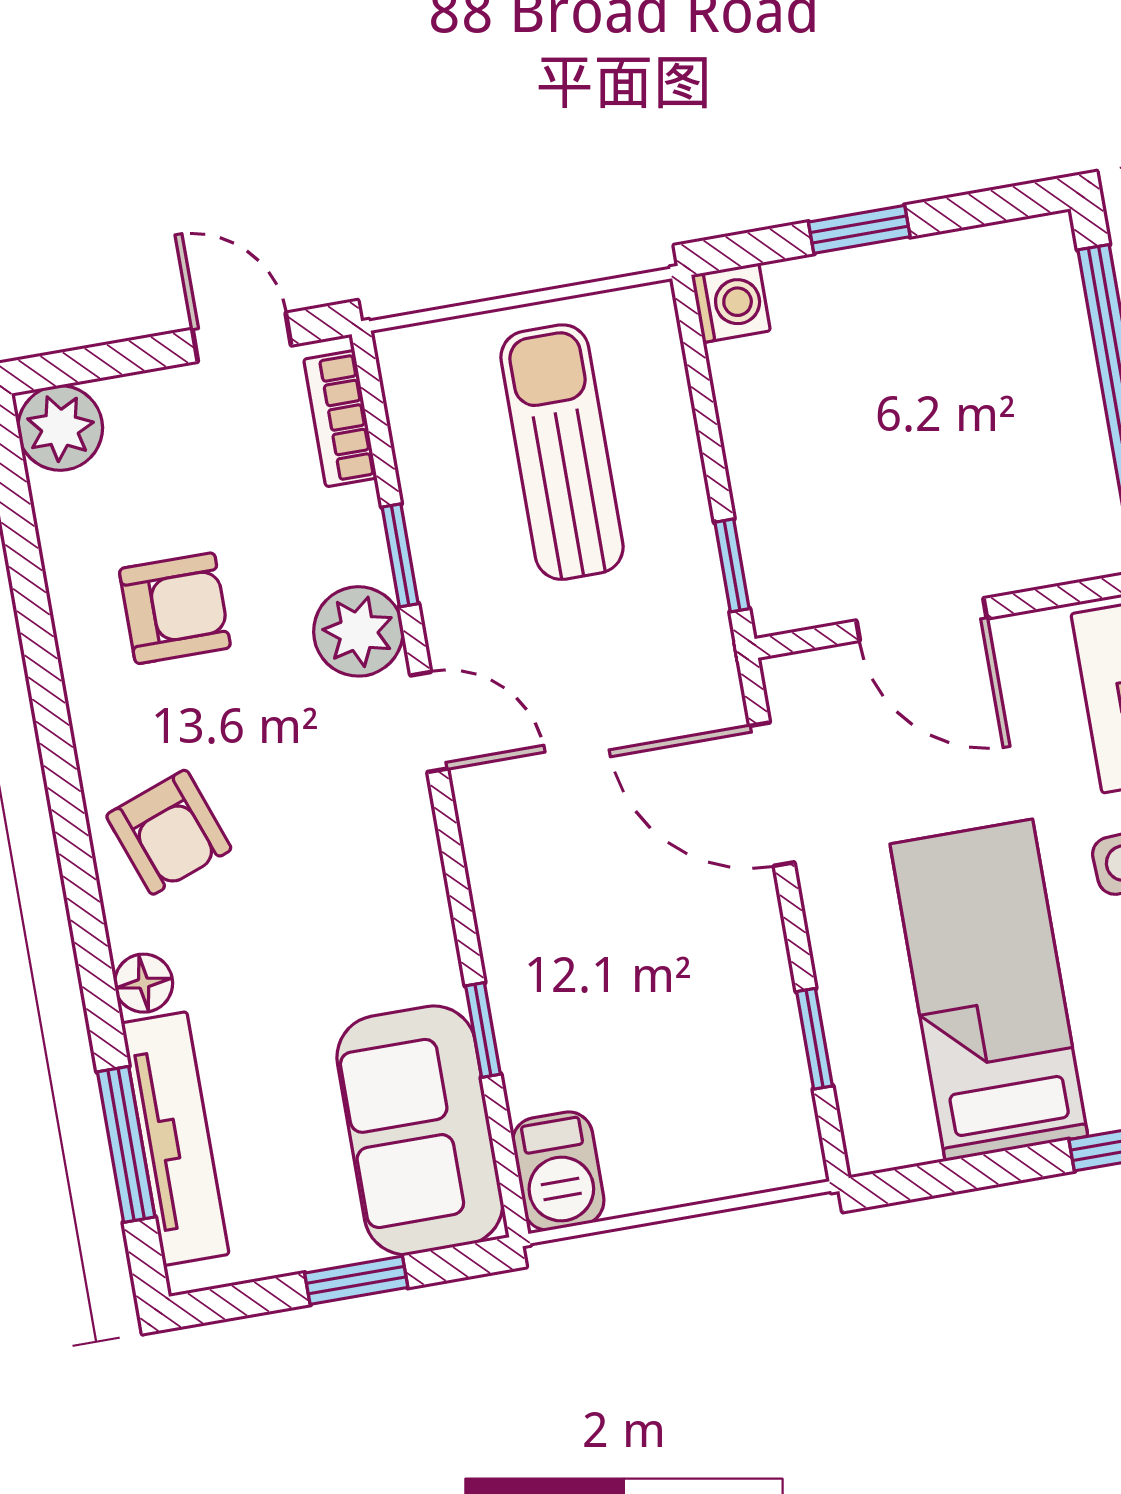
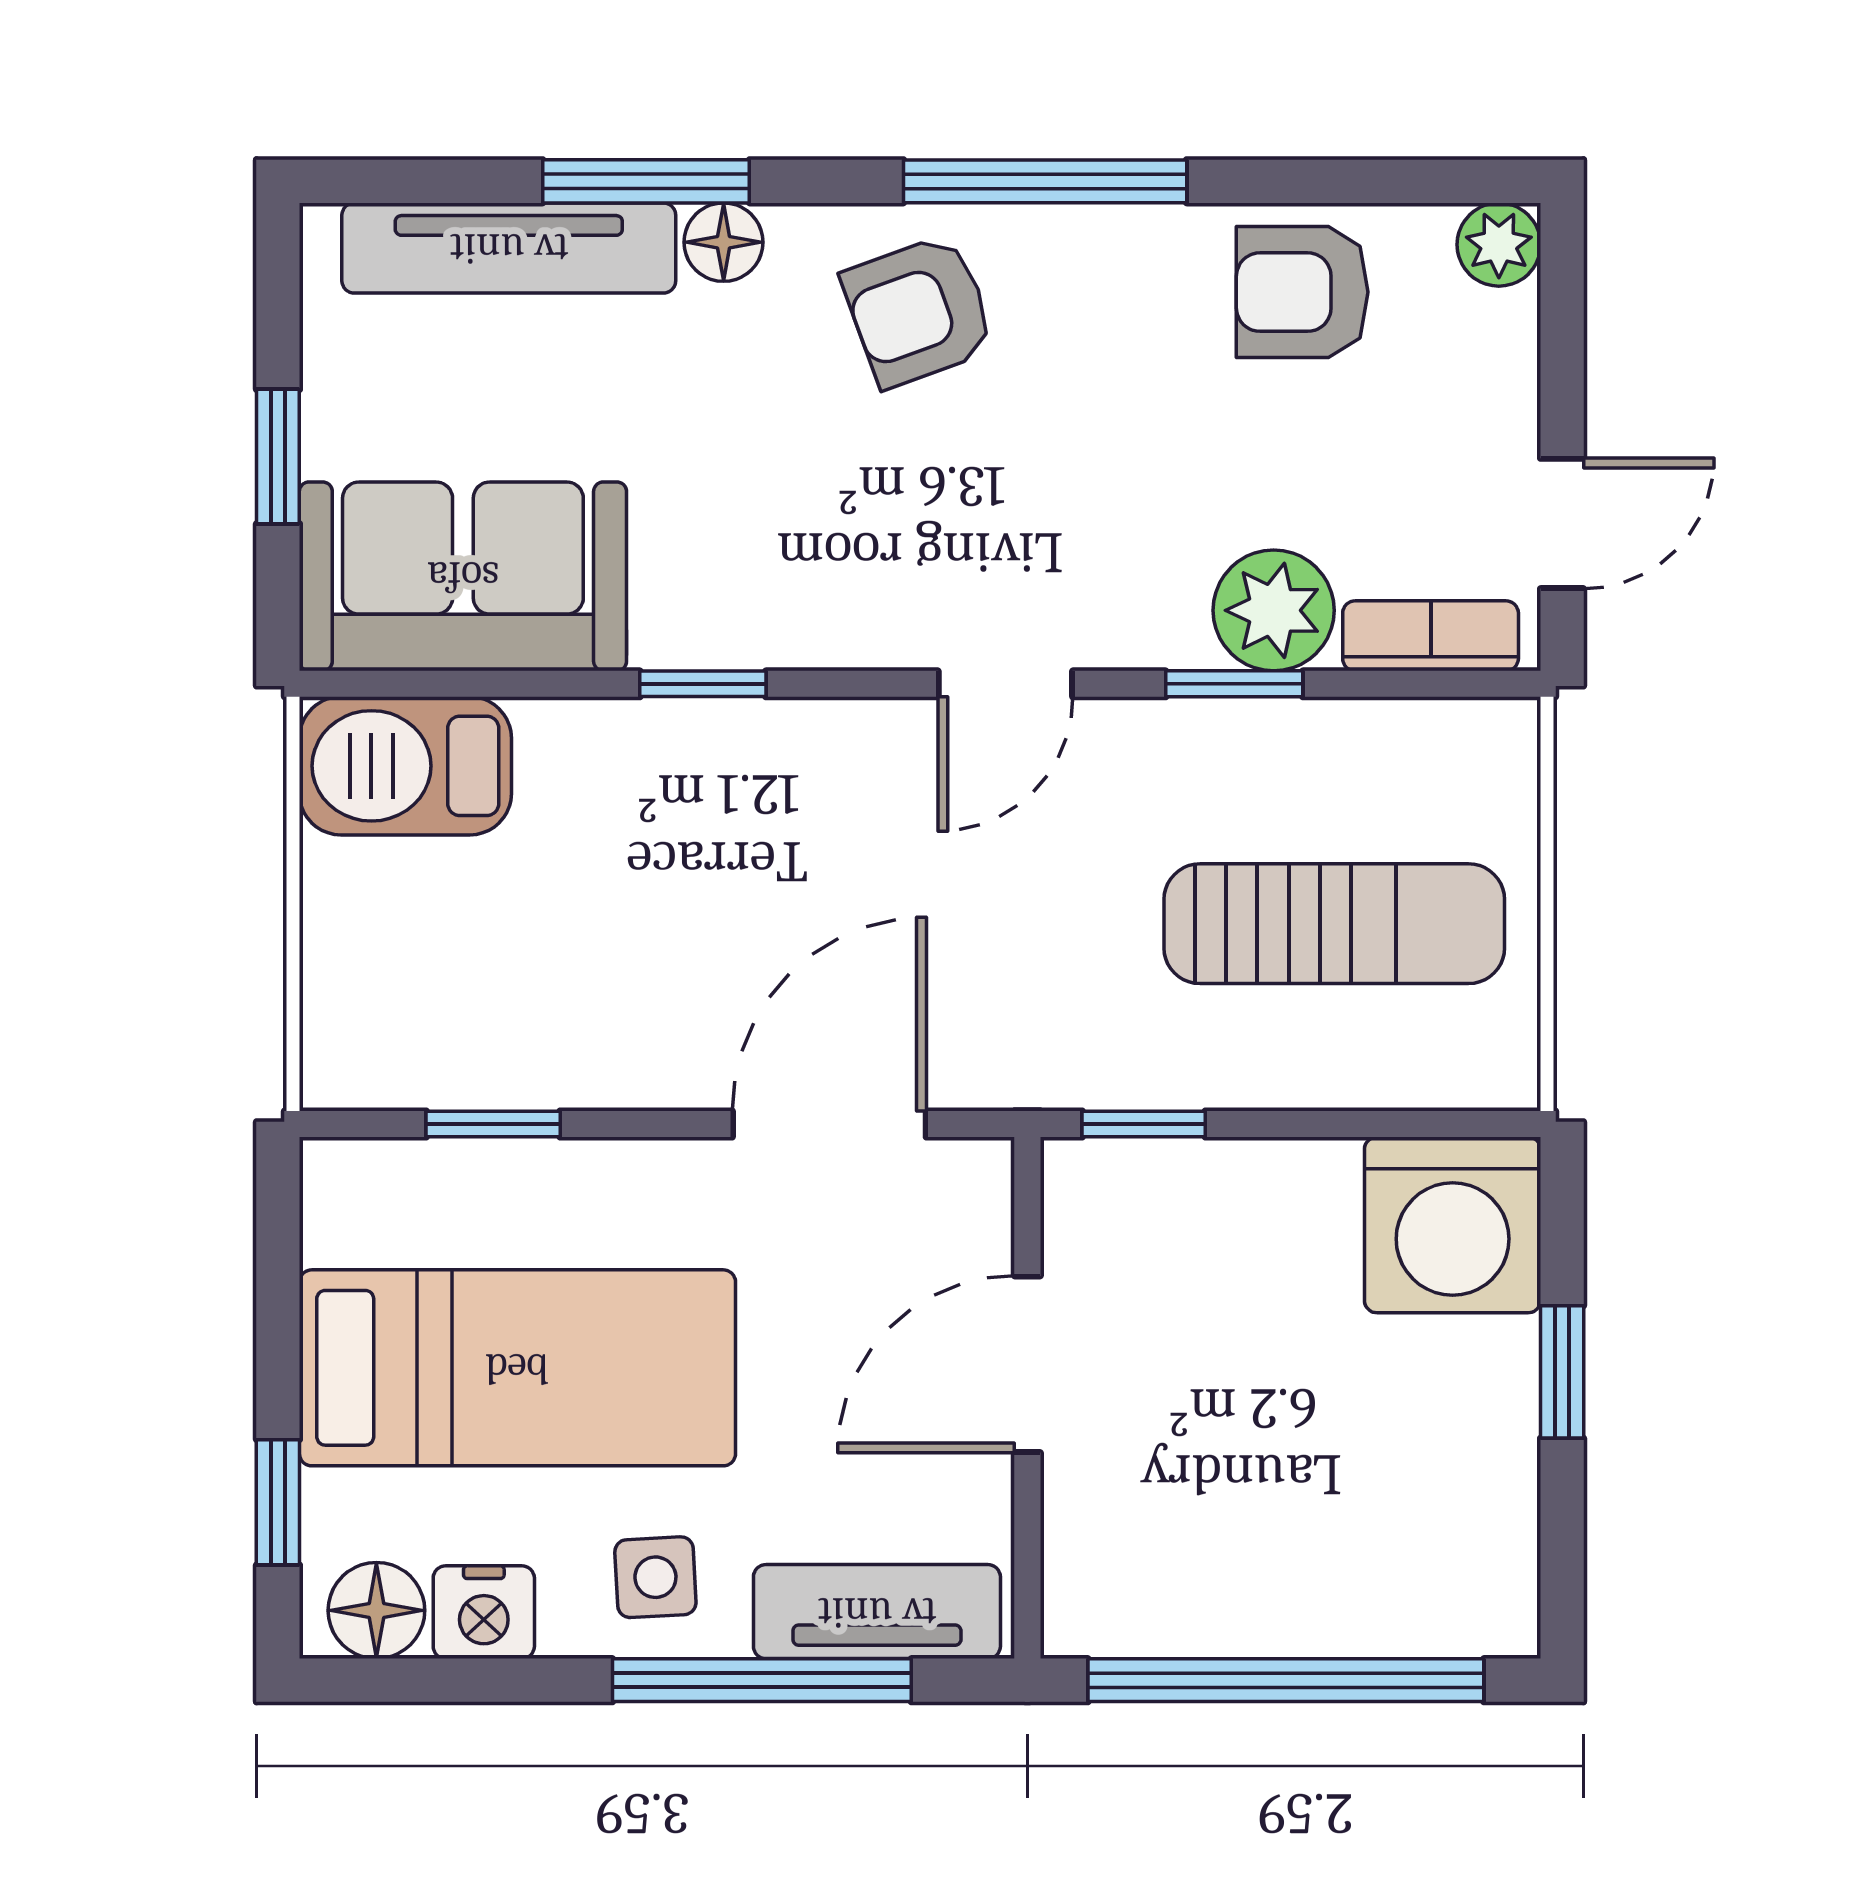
washing machine: (731, 303) -> (1453, 1225), width x1.89, depth x1.89
plant: (60, 428) -> (1499, 245), width x0.73, depth x0.73
armchair: (175, 608) -> (1302, 292), moved, turned 90
plant: (358, 631) -> (1274, 610), moved
window: (58, 757) -> (1045, 181), added
window: (483, 1030) -> (703, 684), moved
window: (126, 1144) -> (646, 181), moved
barbecue: (558, 1171) -> (405, 766), width x1.38, depth x1.27

